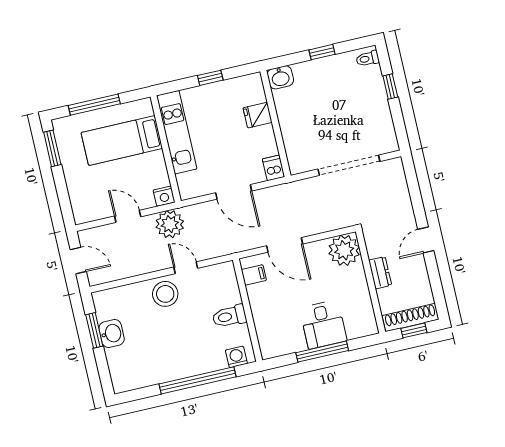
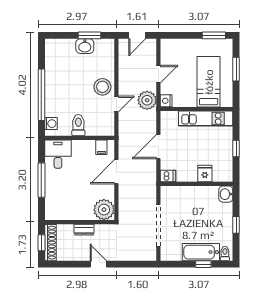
bathtub: (374, 94) -> (201, 252), added
window: (94, 105) -> (236, 69), width x0.69
desk: (323, 324) -> (58, 154), moved, turned 90

